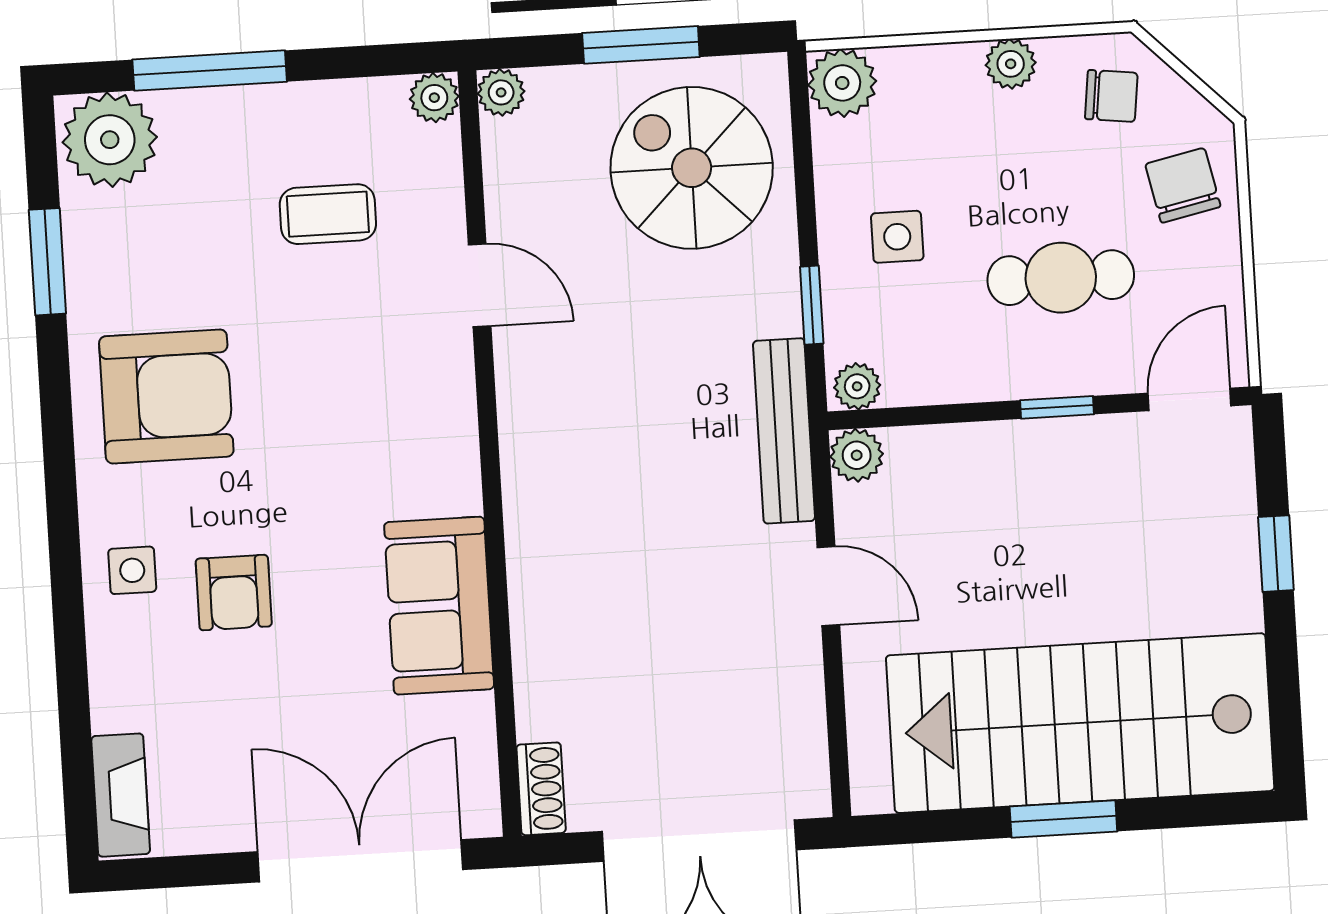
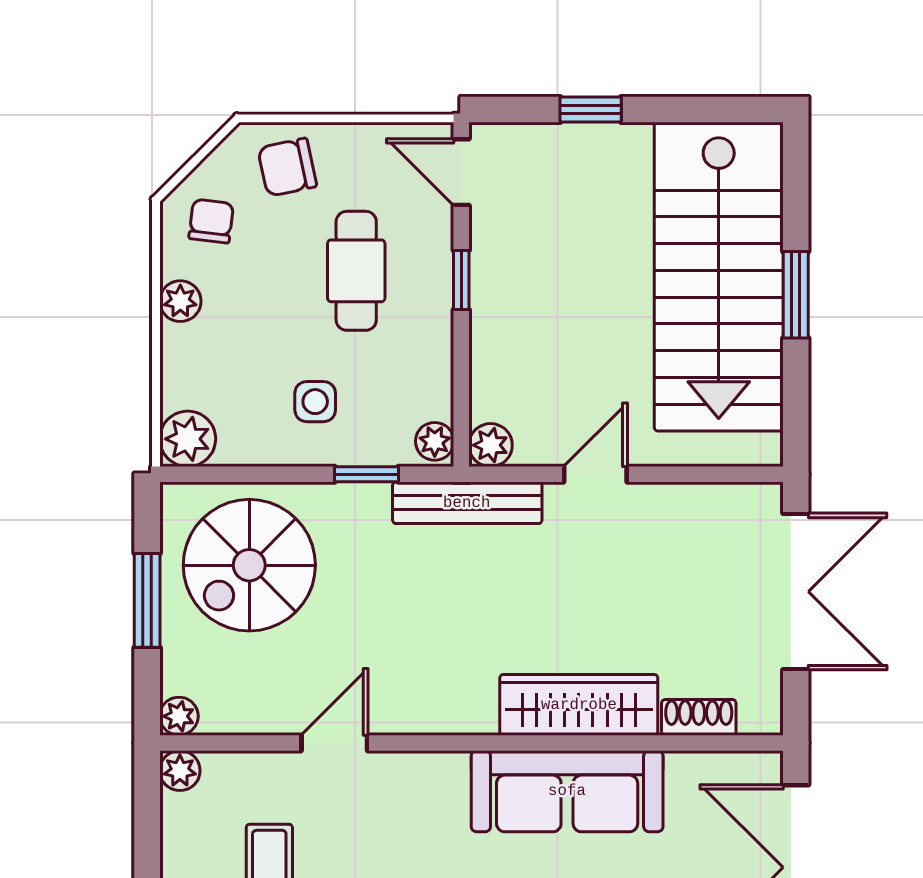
wardrobe: (544, 583) -> (579, 705), added
sofa: (439, 606) -> (567, 791), width x1.36
shoe rack: (541, 789) -> (699, 717), moved

